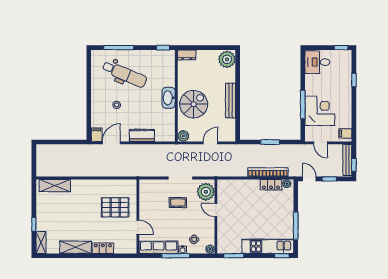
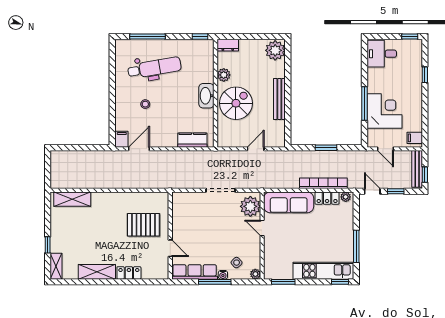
dental chair: (125, 74) -> (154, 68), turned -33
kitchen counter: (142, 135) -> (192, 140), moved
plant: (183, 136) -> (224, 75), moved
sofa: (238, 188) -> (289, 202), added
coffee table: (178, 203) -> (217, 219), removed

